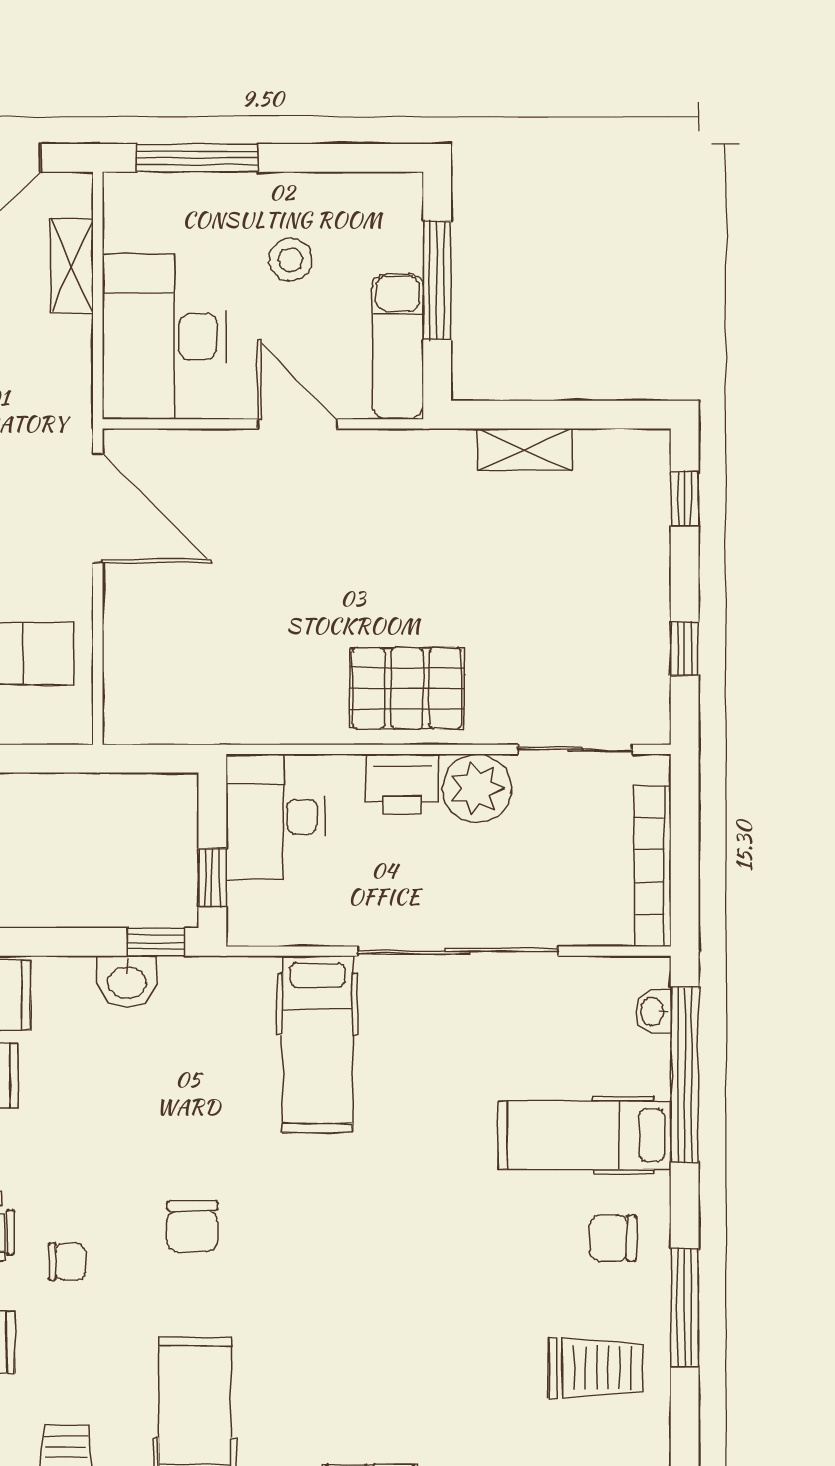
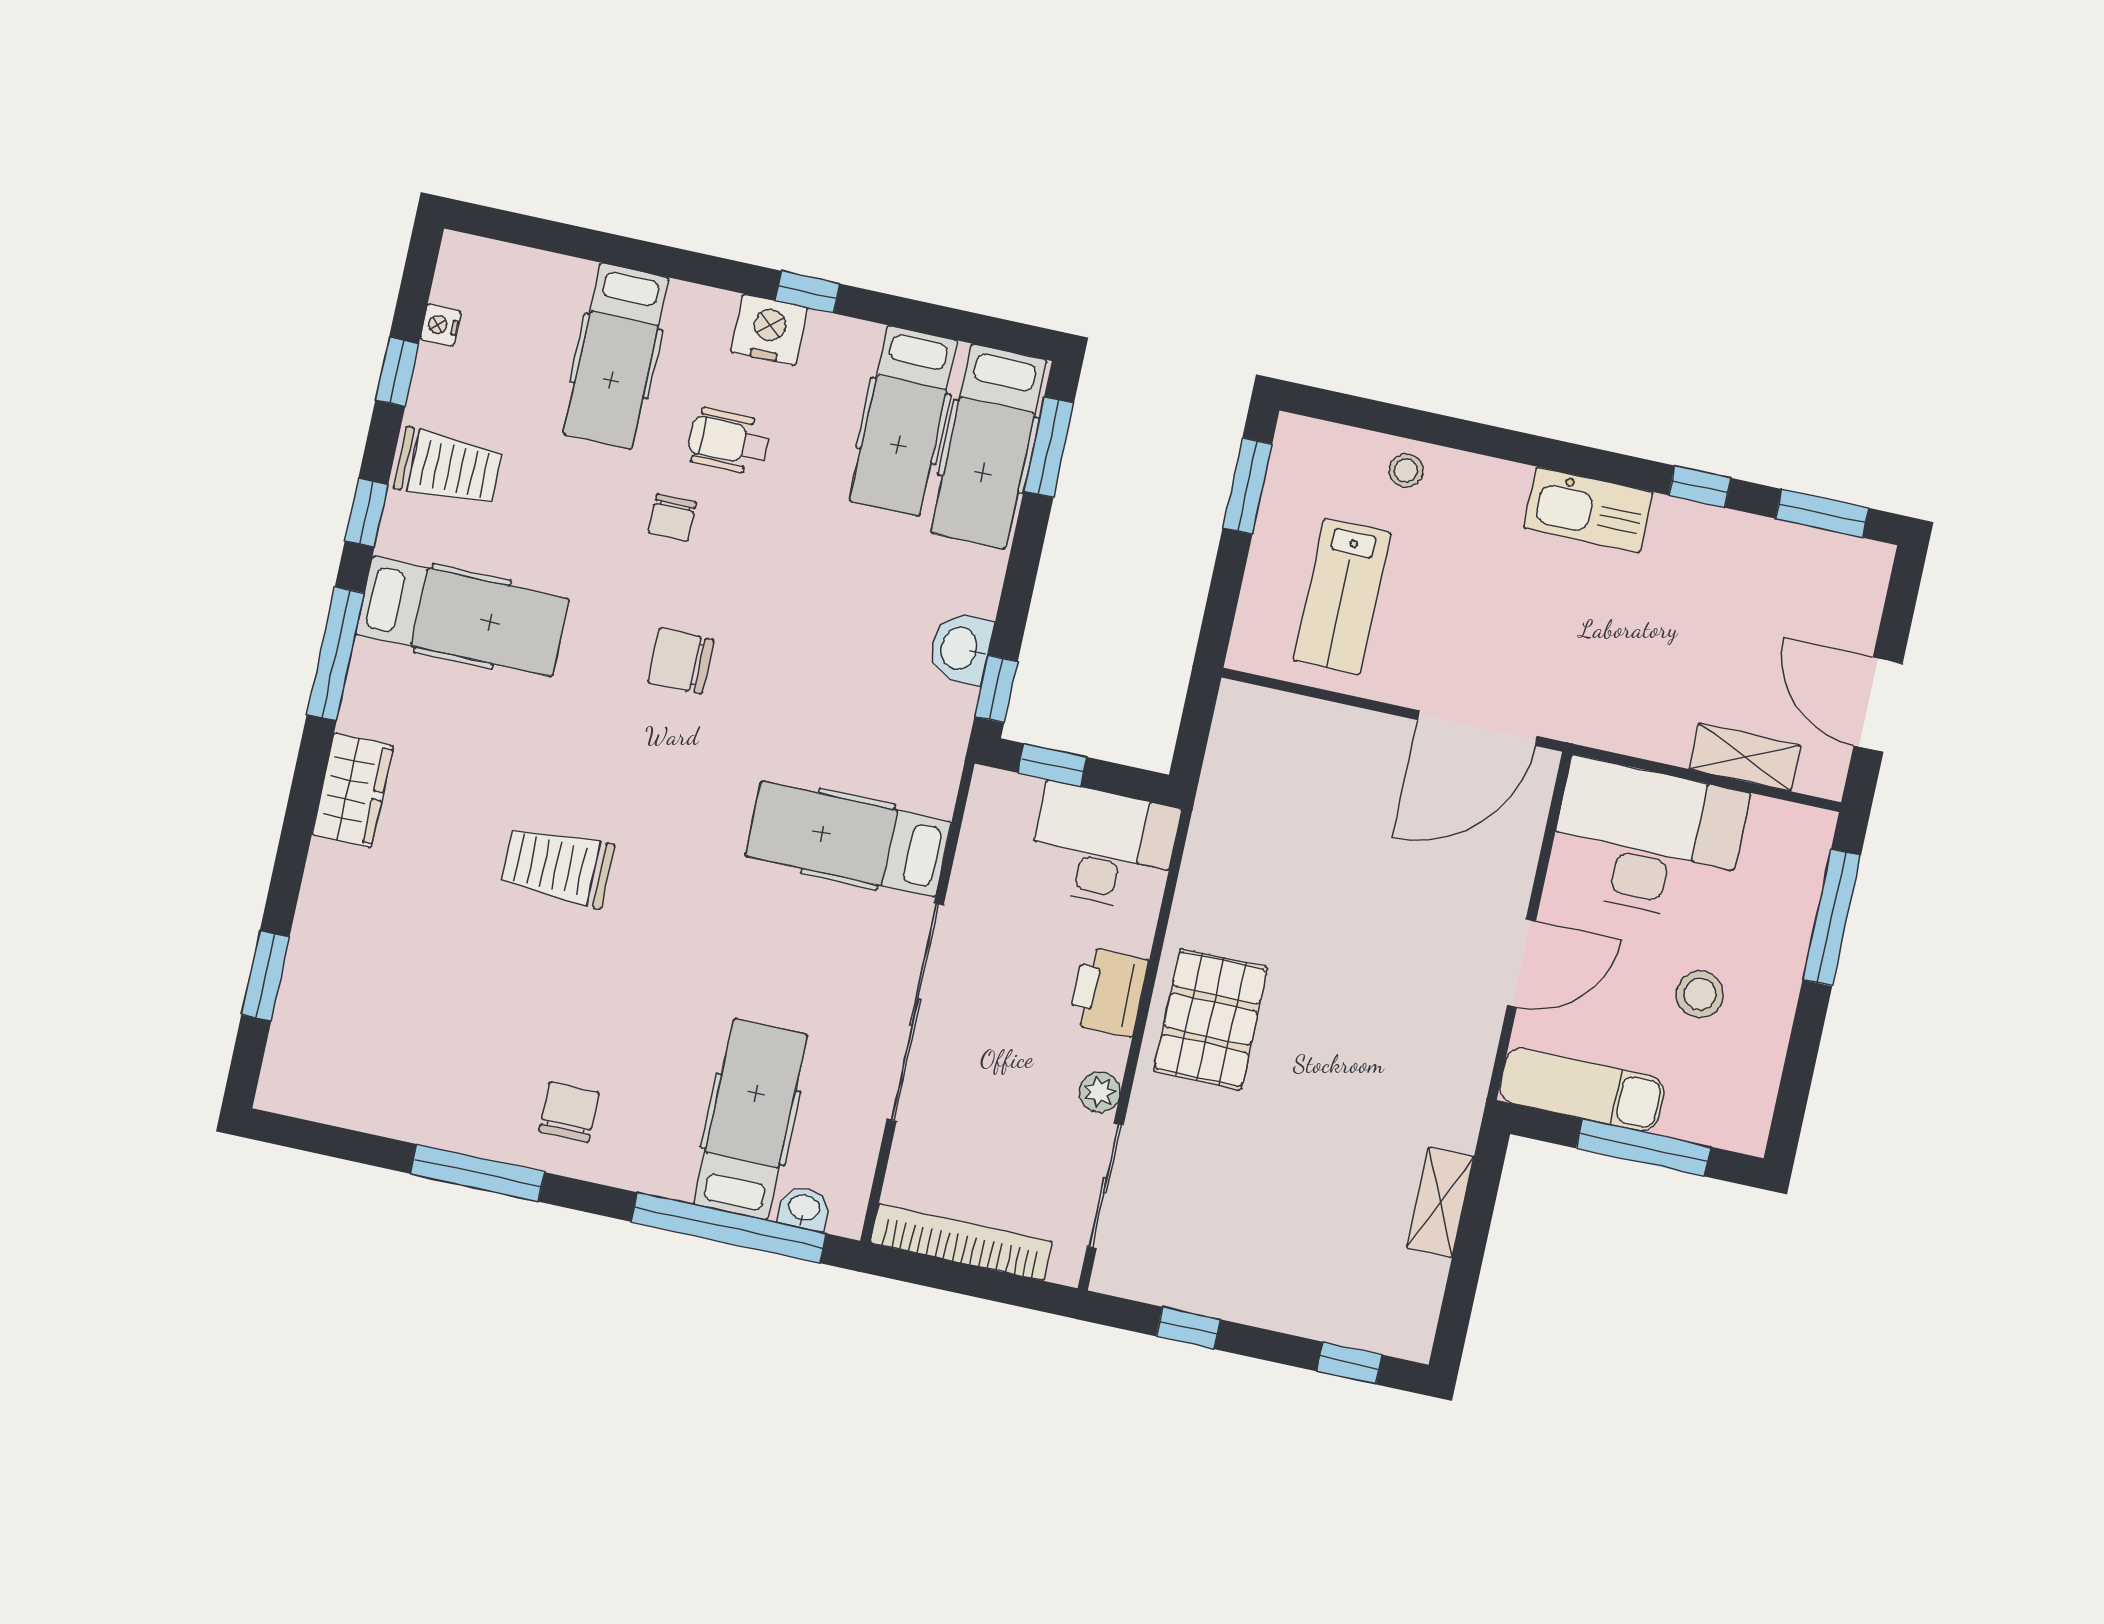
plant: (477, 788) -> (1100, 1092), width x0.53, depth x0.53
hospital bed: (585, 1135) -> (750, 1119), moved
trolley: (596, 1368) -> (557, 866), moved, turned 90

